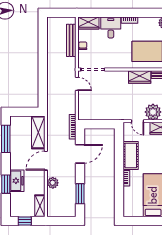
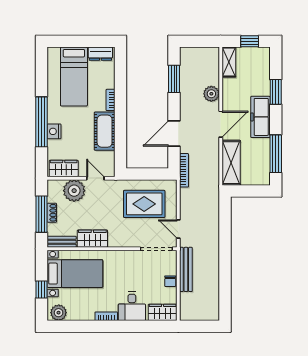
bench: (71, 40) -> (186, 269), moved
rug: (102, 102) -> (144, 204), added
freezer: (17, 181) -> (260, 117), moved, width x1.40
dresser: (134, 212) -> (100, 54), added

